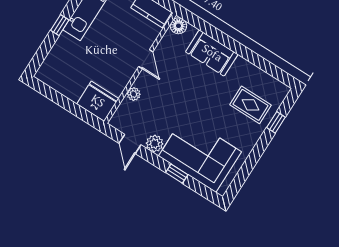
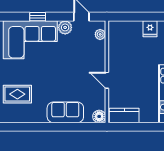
plant: (134, 94) -> (100, 34), moved
fridge: (98, 101) -> (150, 29), moved, width x0.53, depth x0.75

